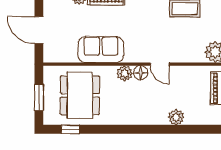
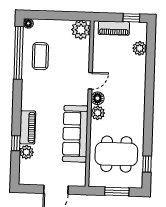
sofa: (101, 50) -> (75, 134), width x1.36
plant: (176, 117) -> (140, 48), moved

